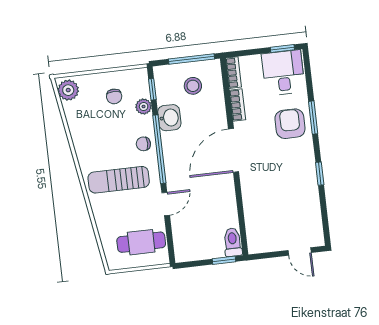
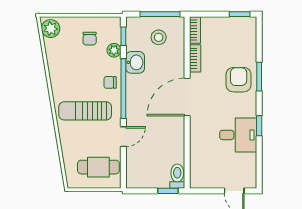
desk: (283, 73) -> (238, 135), moved, turned 90

